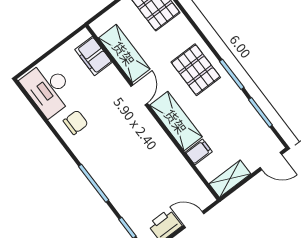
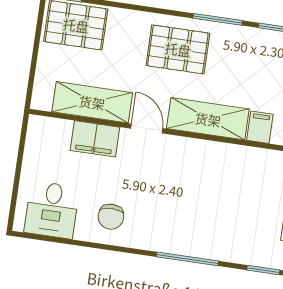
filing cabinet: (93, 56) -> (95, 139), moved
desk: (48, 89) -> (52, 210), width x0.73
chair: (76, 122) -> (111, 217), turned 180

